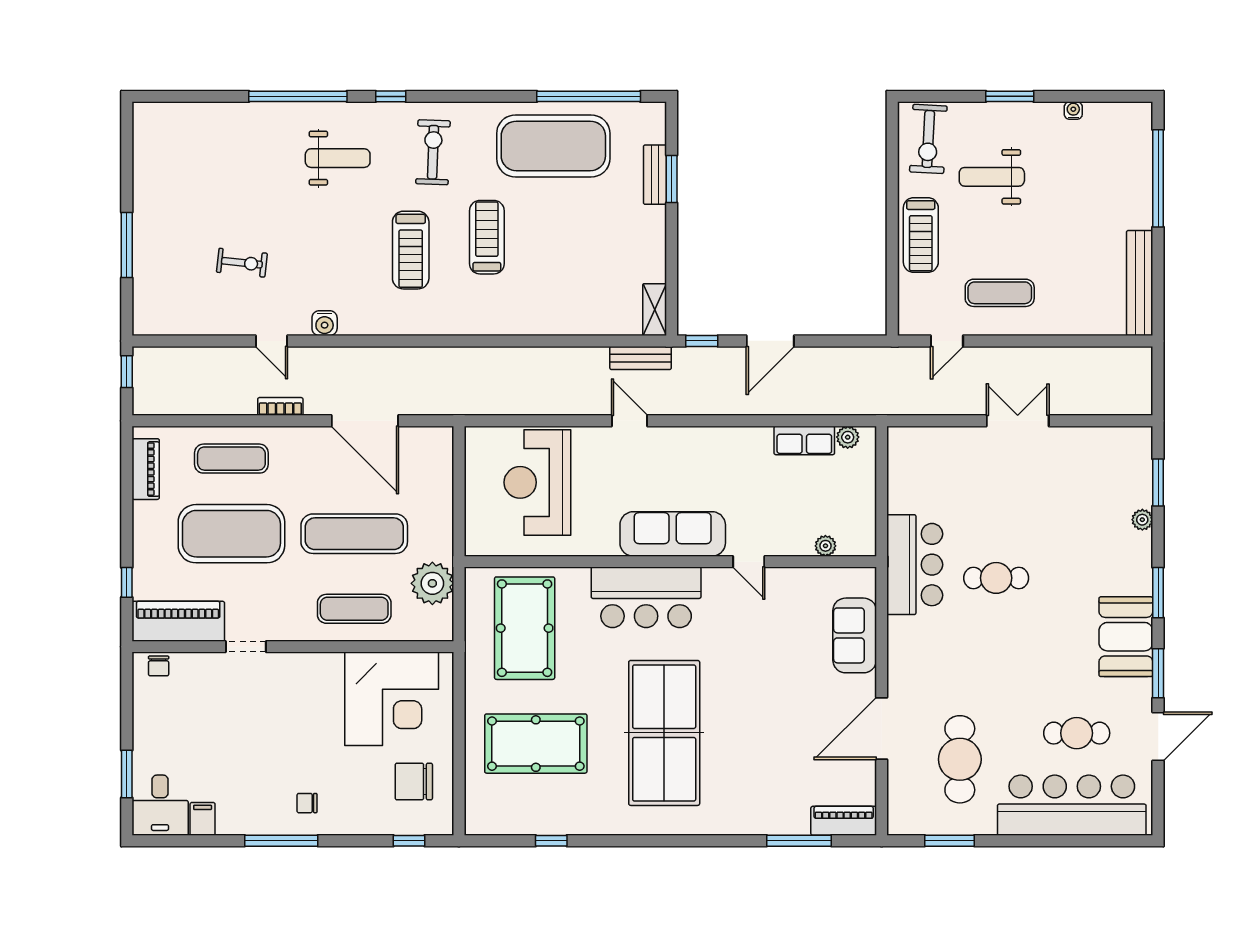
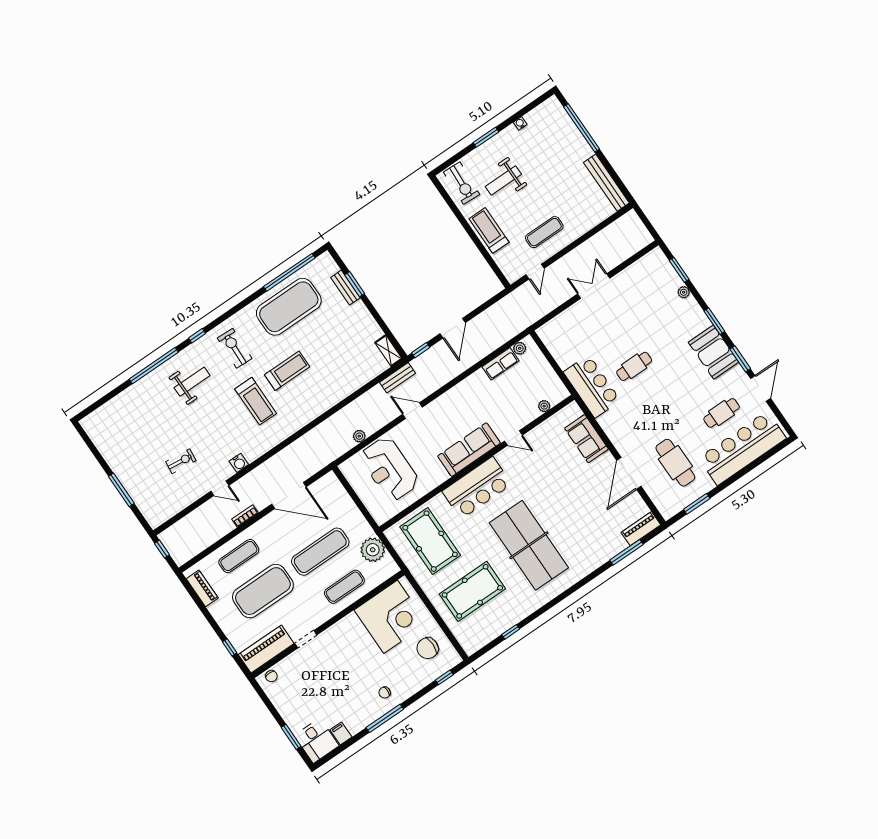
treadmill: (921, 235) -> (489, 230), turned 180
treadmill: (487, 237) -> (287, 371), turned 90
plant: (526, 405) -> (359, 436), added

